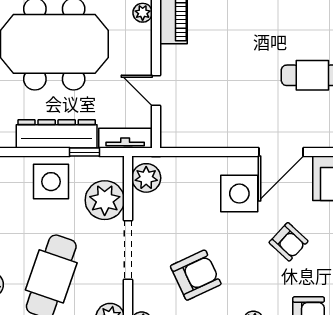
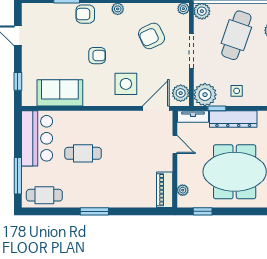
door: (281, 152) -> (156, 108), moved
side table: (51, 182) -> (237, 91), width x0.54, depth x0.54
plant: (105, 200) -> (205, 95), moved
armchair: (289, 242) -> (97, 56), turned 137

